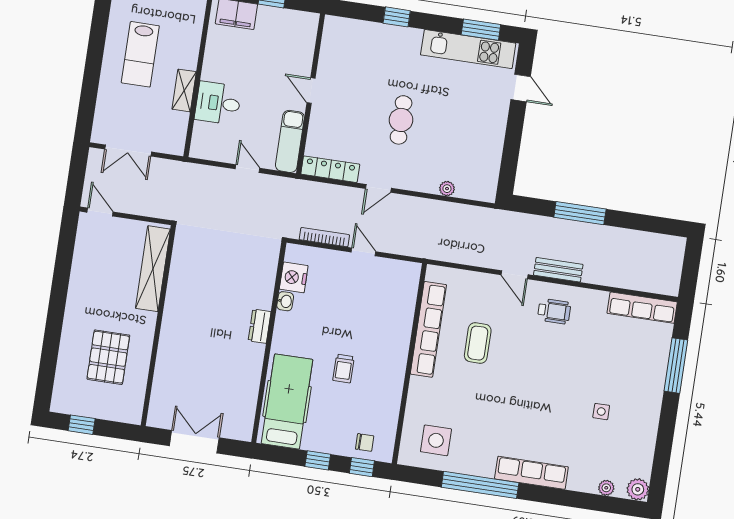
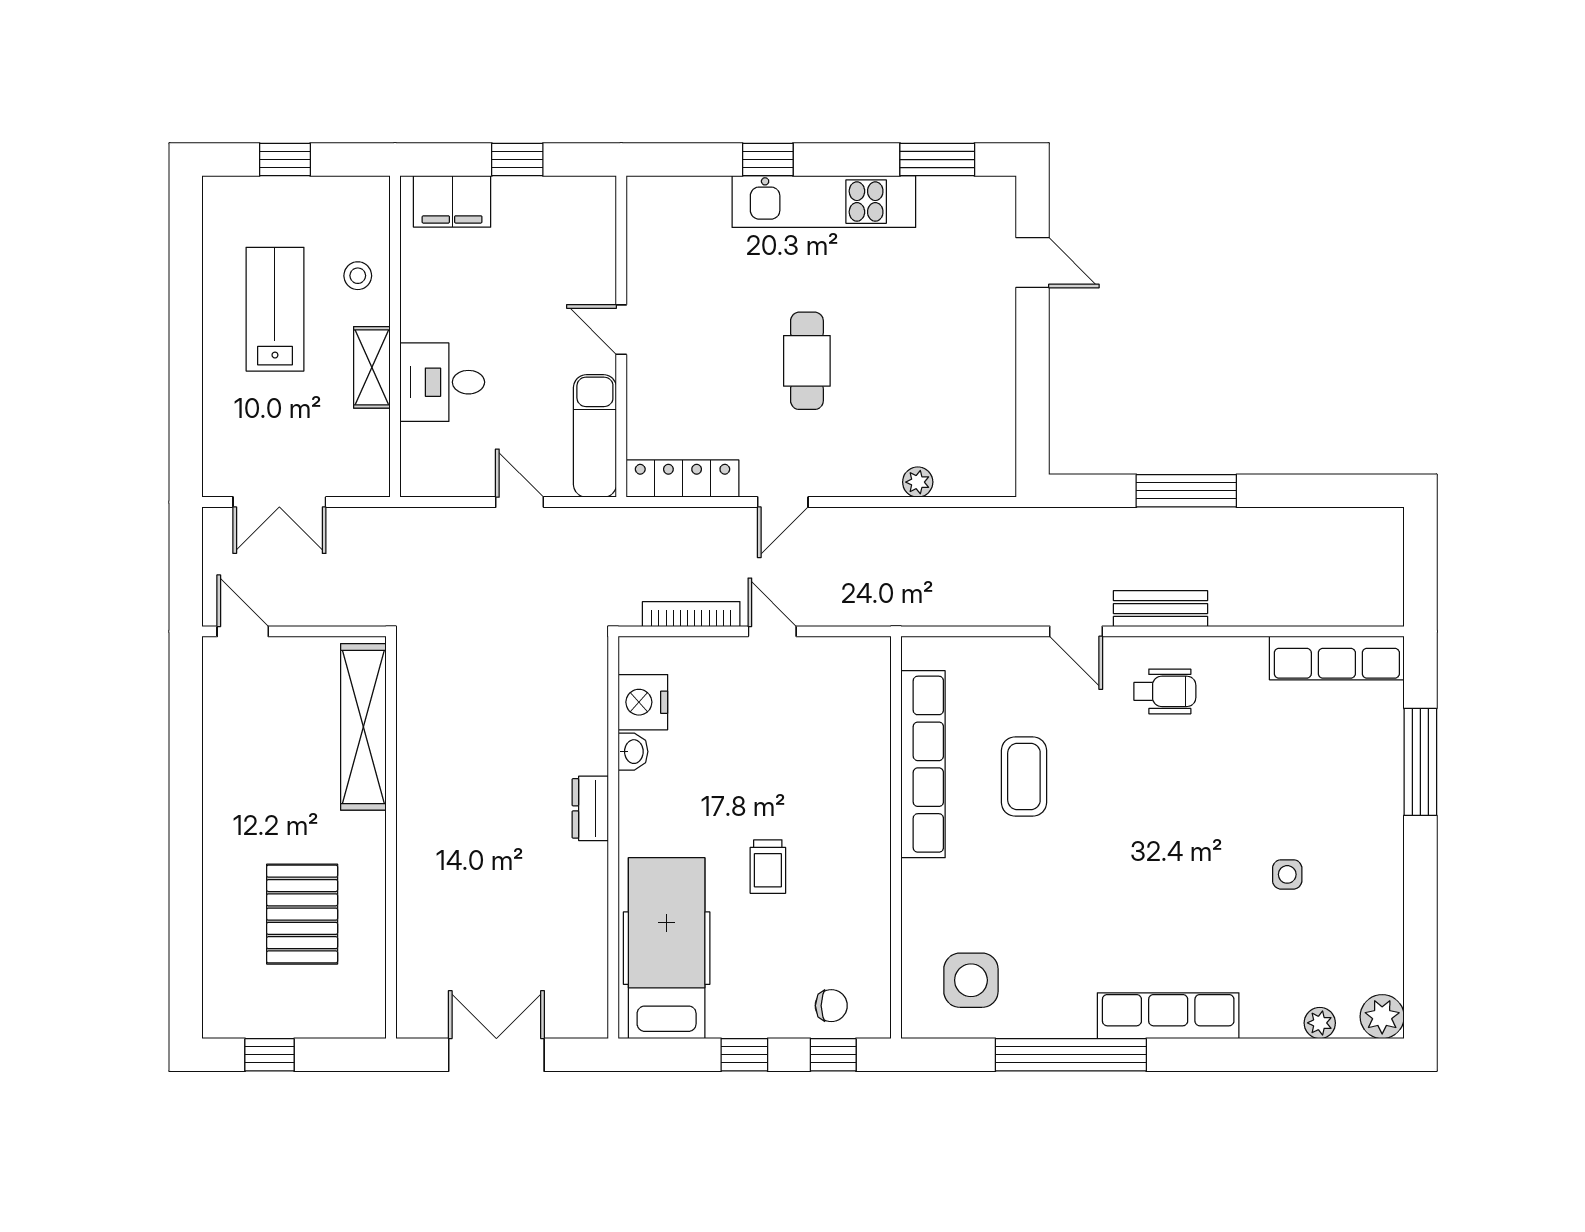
stool: (184, 44) -> (358, 276), added
kitchen unit: (468, 49) -> (824, 202), moved
lab bench: (140, 54) -> (275, 309), turned 180

